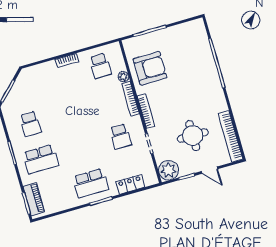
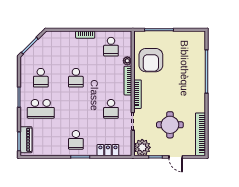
armchair: (150, 68) -> (151, 60), turned 90
school desk: (70, 113) -> (76, 78), added
school desk: (91, 183) -> (76, 140), width x0.54

